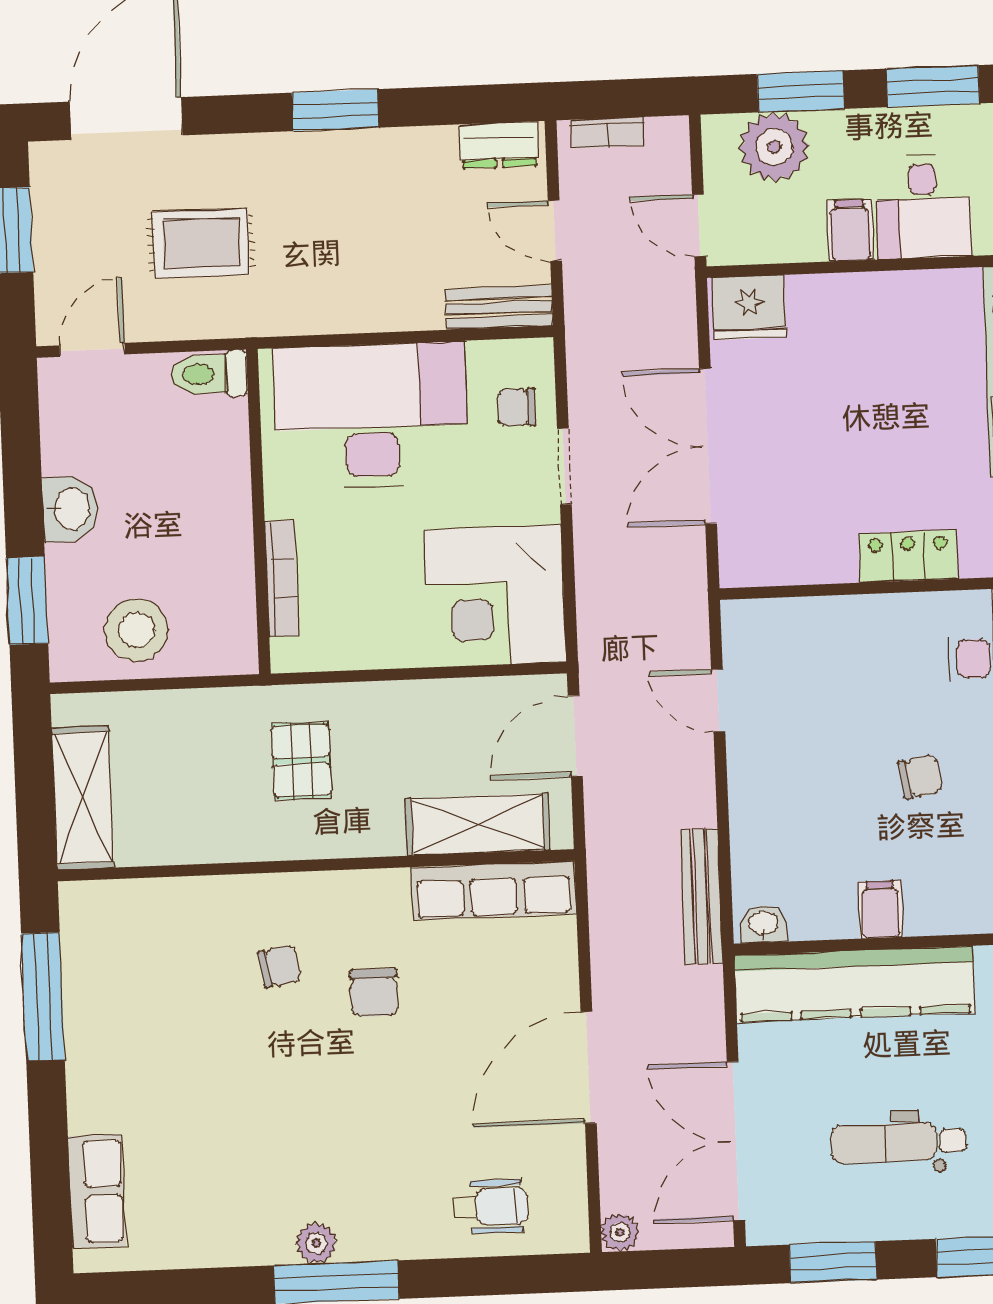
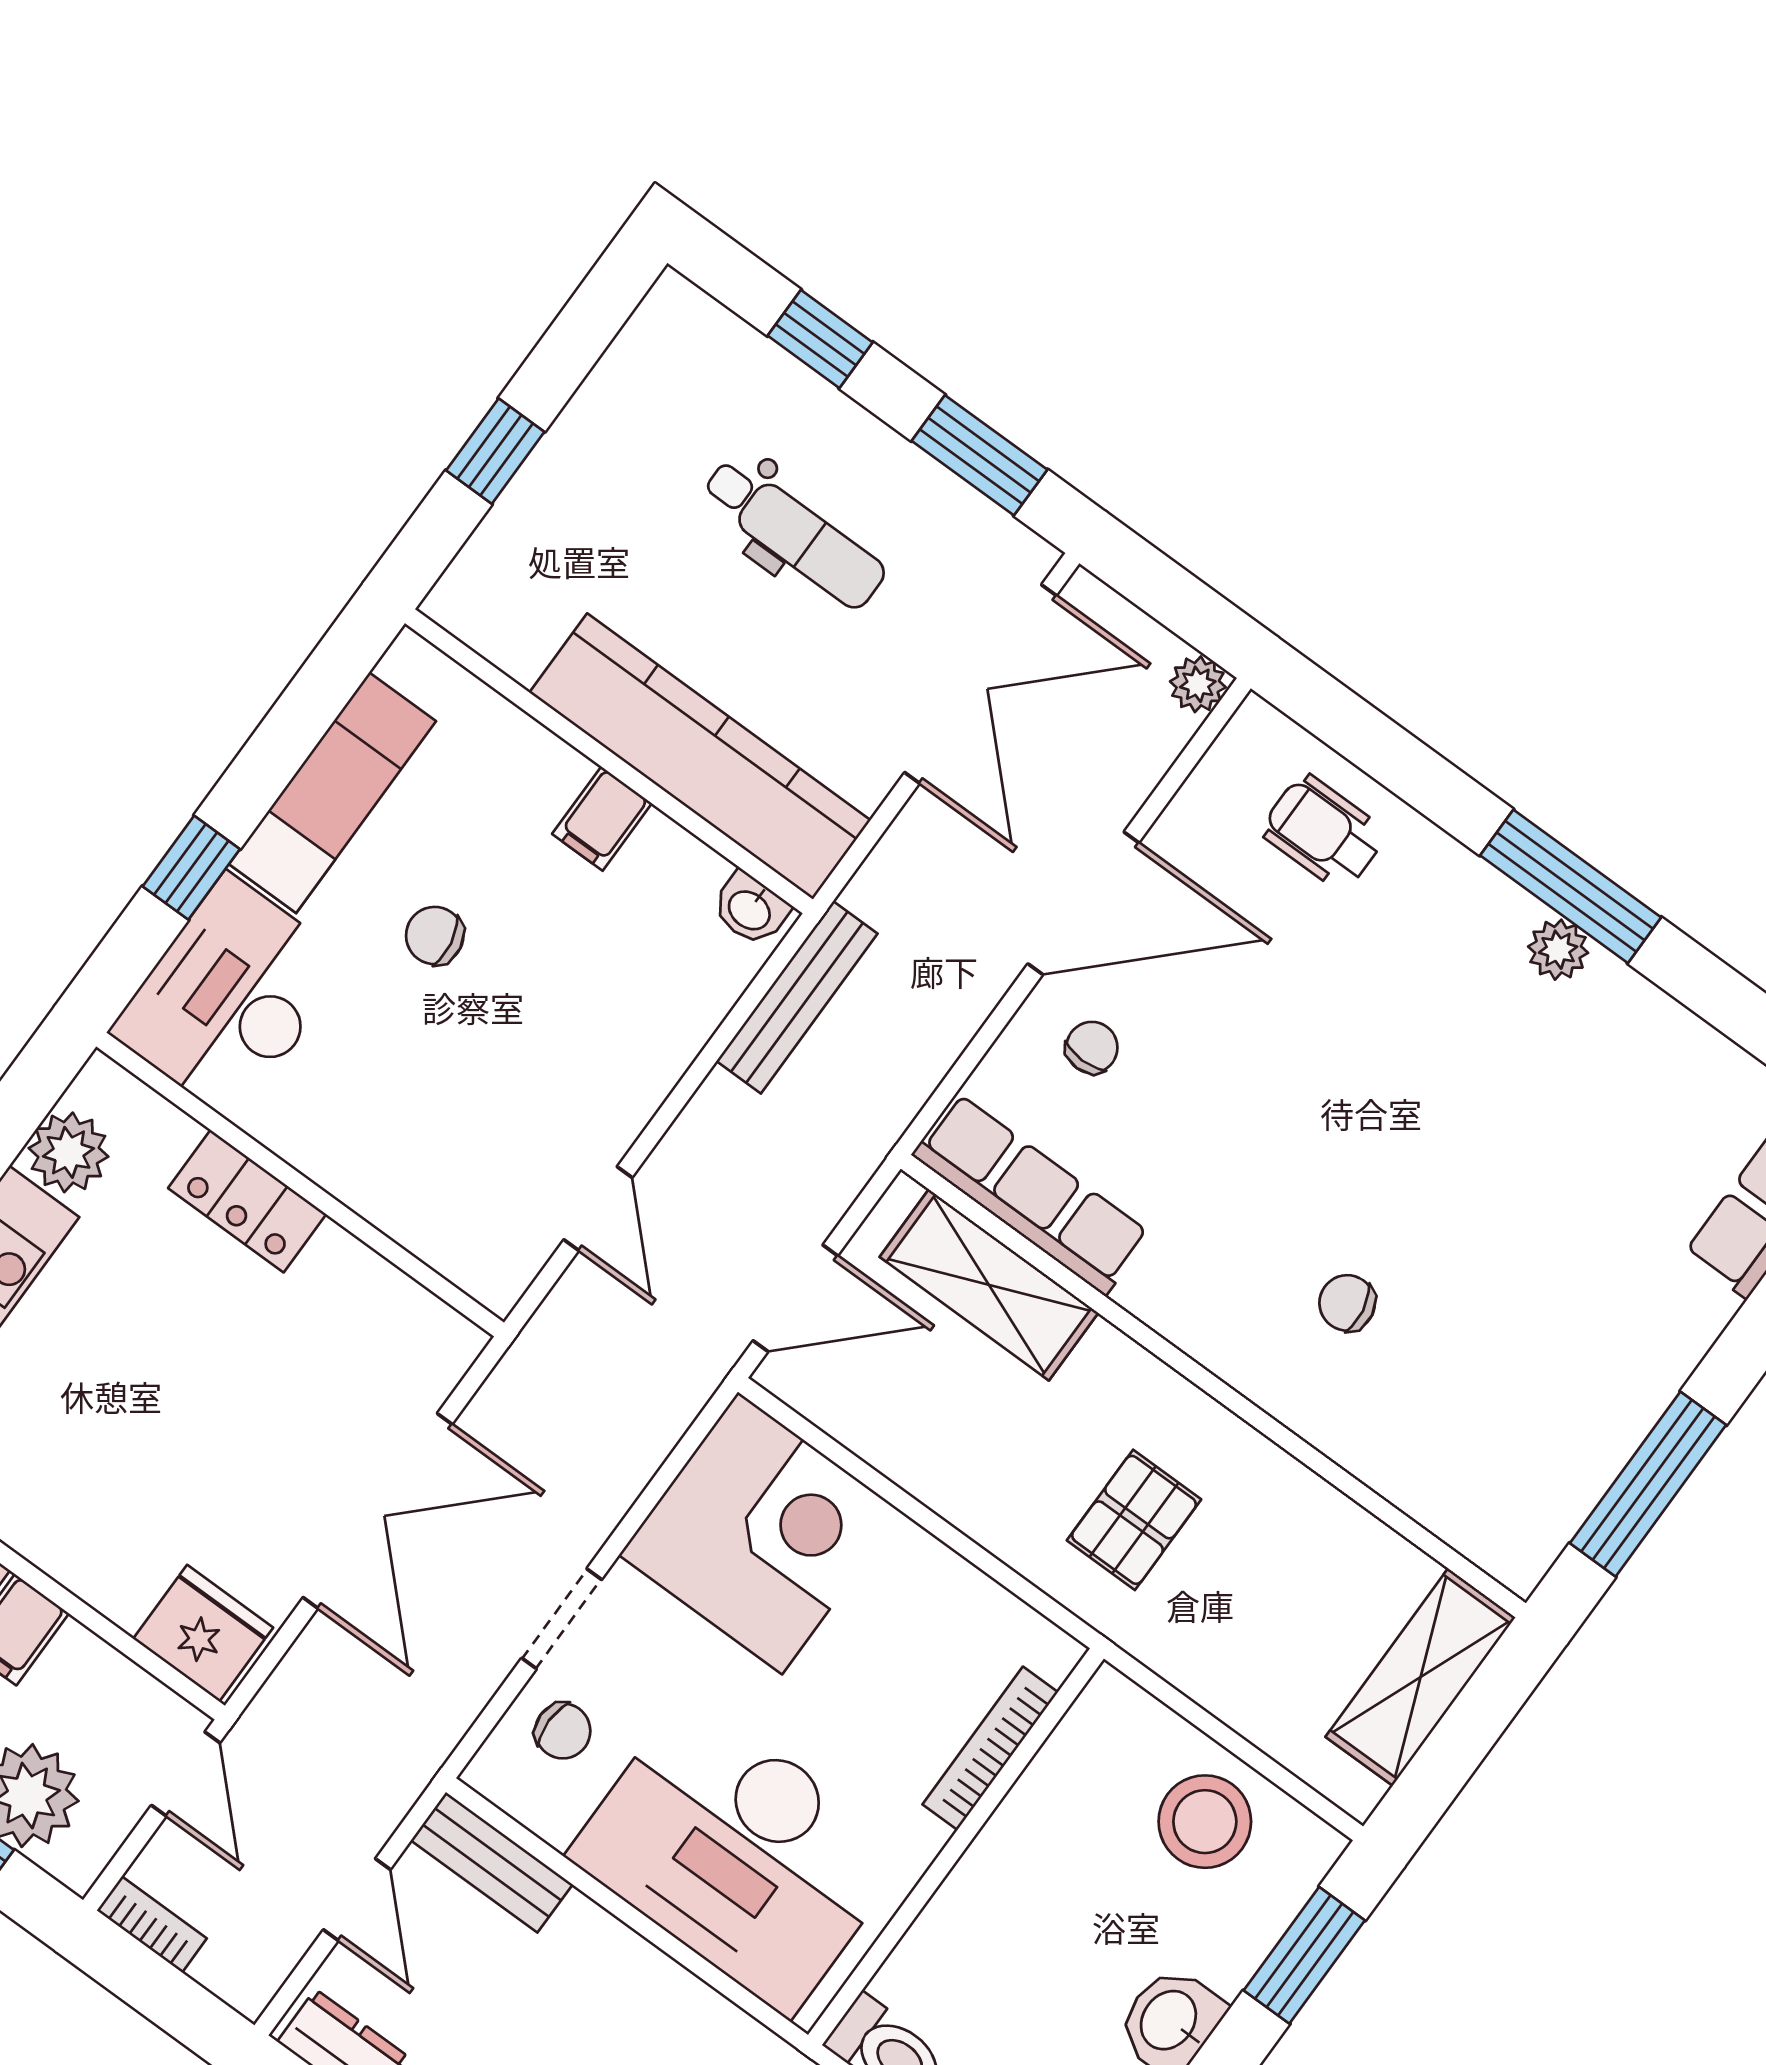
bookcase: (608, 133) -> (152, 1924), moved
chair: (374, 993) -> (1092, 1047), moved, width x0.73, depth x0.73

